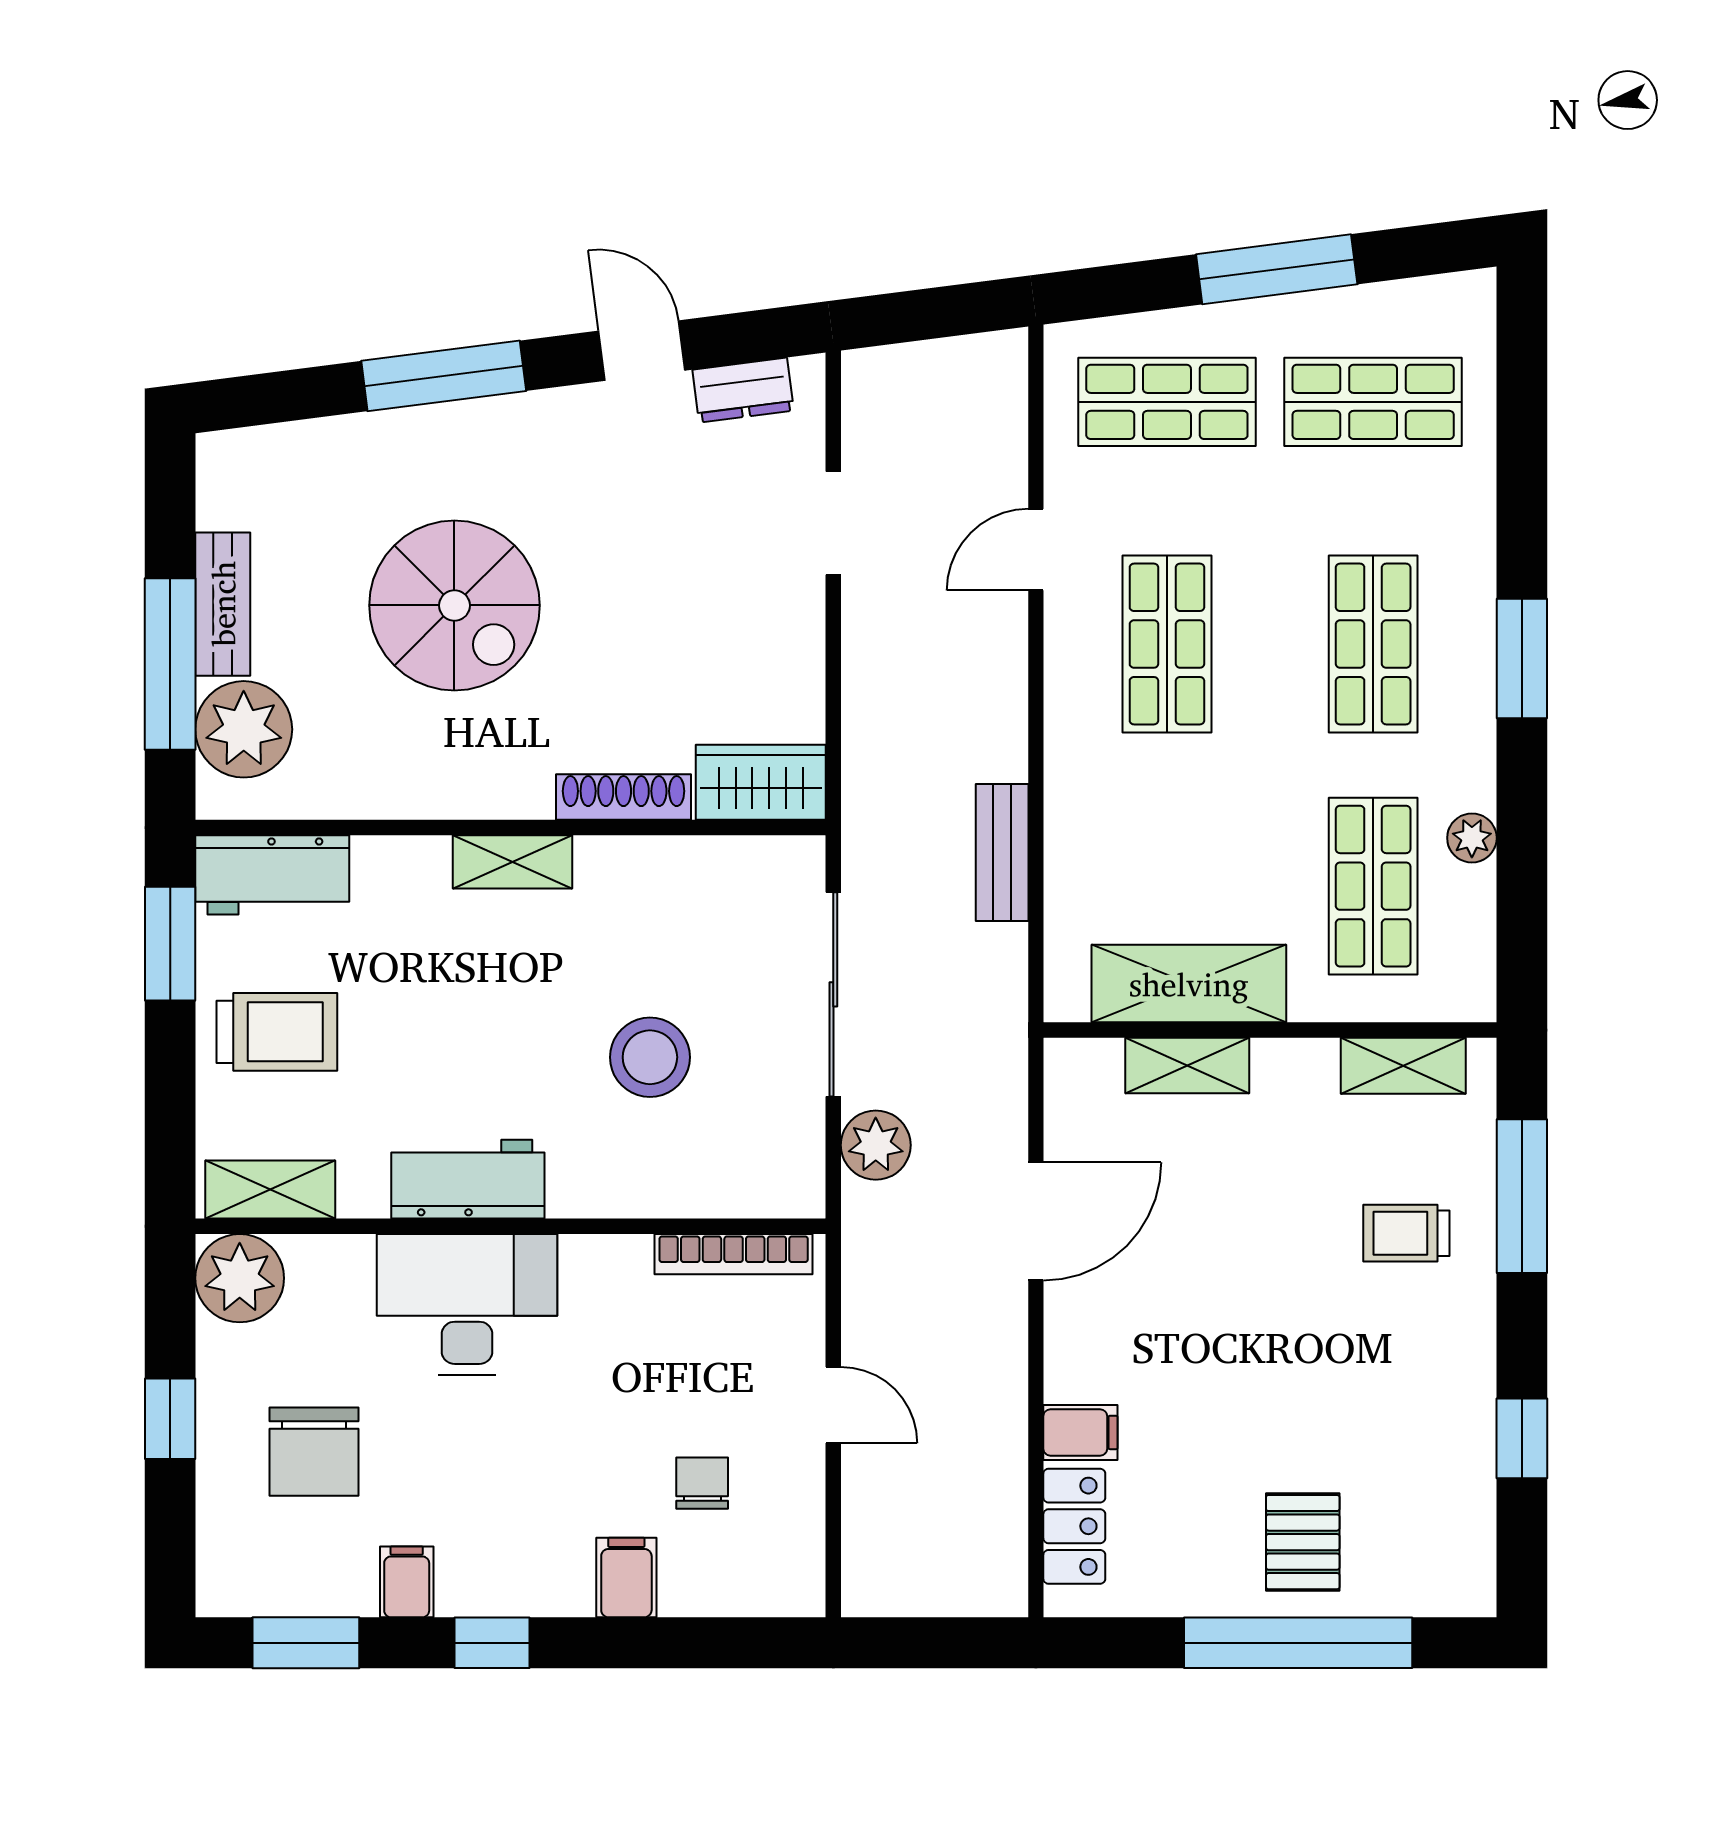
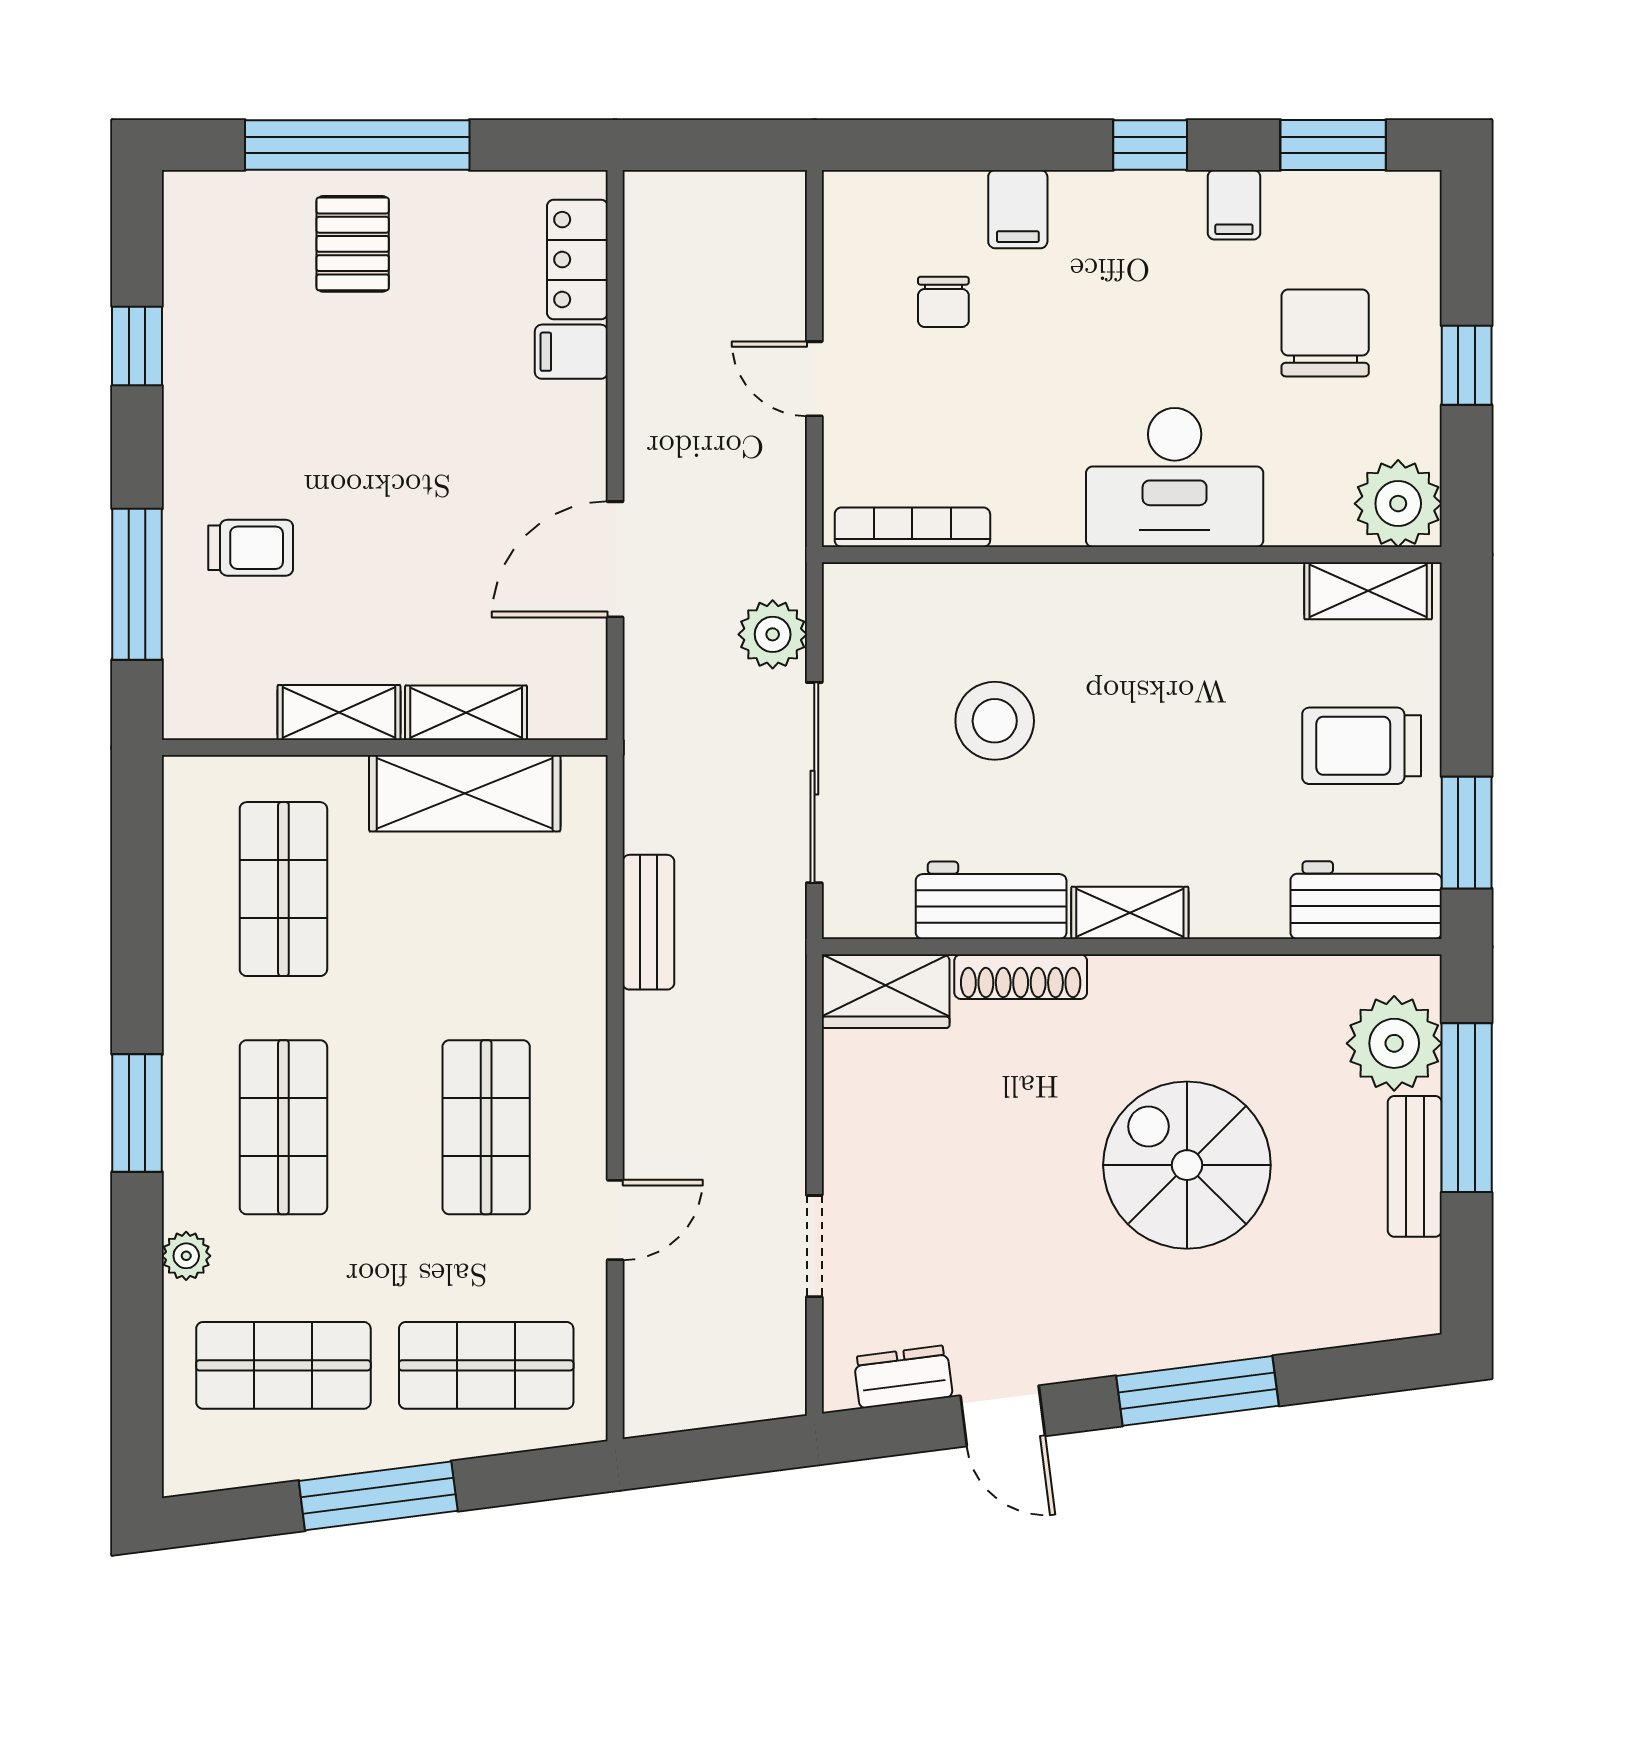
plant: (1472, 838) -> (186, 1256), moved
shelving: (1403, 1066) -> (339, 712), moved
workbench: (468, 1179) -> (991, 900), moved, turned 180

